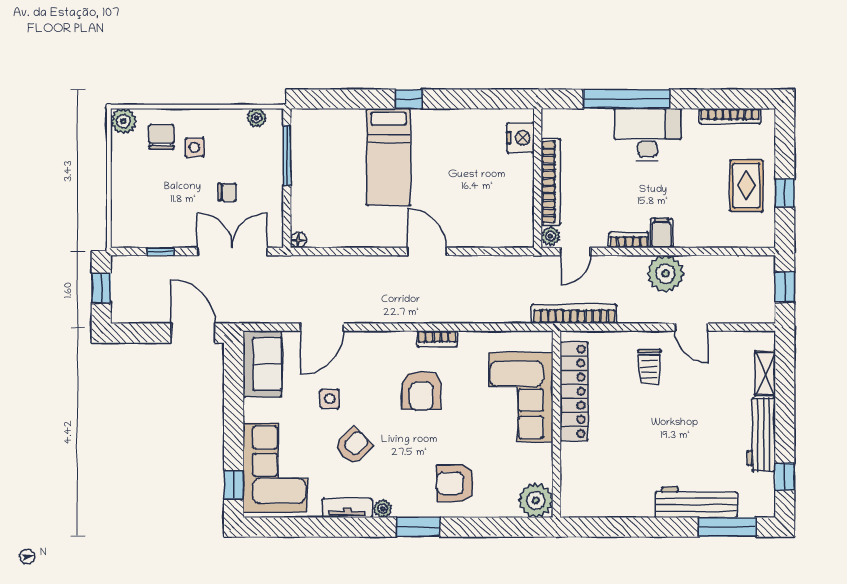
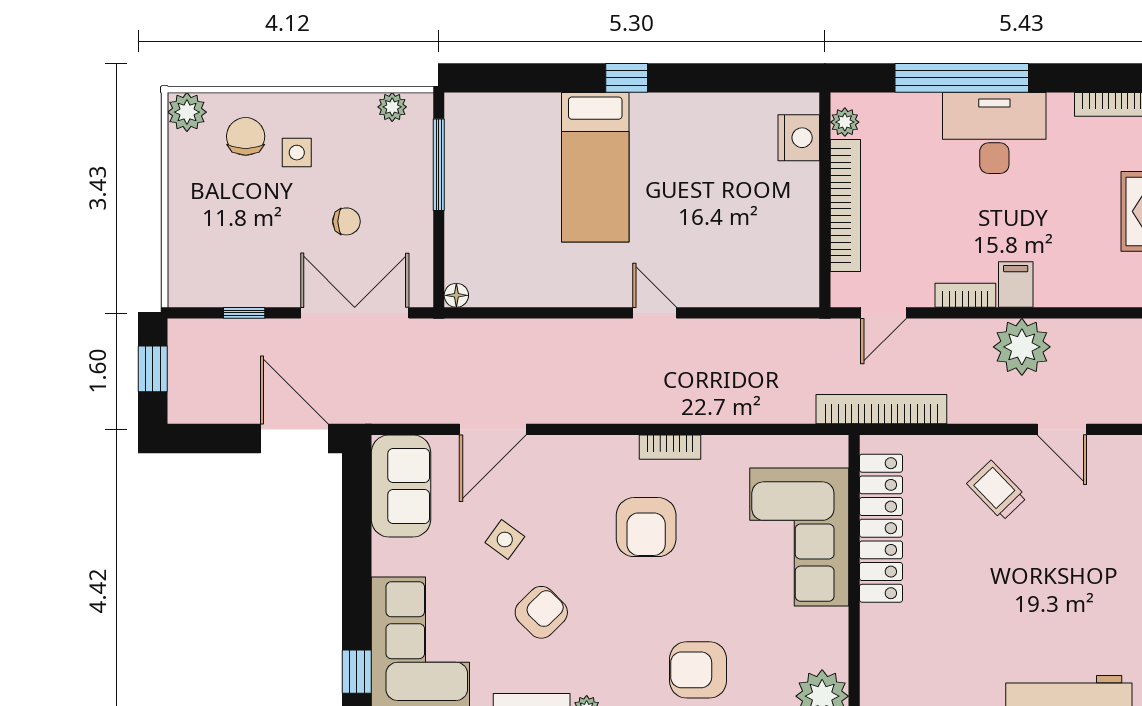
plant: (550, 236) -> (845, 122), moved
door: (427, 252) -> (655, 313), width x0.73
trolley: (649, 367) -> (997, 490), turned 136
side table: (330, 399) -> (505, 539), turned 36

